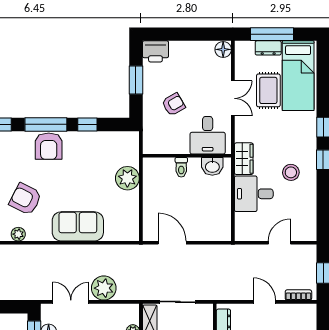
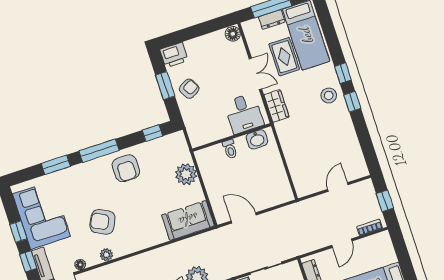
armchair: (173, 104) -> (189, 89), moved
window: (87, 124) -> (152, 133), moved
armchair: (49, 146) -> (126, 168), moved
wardrobe: (244, 159) -> (277, 106), moved
stool: (291, 172) -> (329, 95), moved
desk: (254, 194) -> (301, 151), removed
sofa: (78, 226) -> (188, 220), moved
door: (265, 302) -> (342, 243), swing flipped

